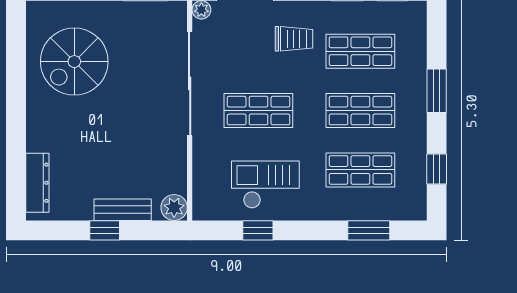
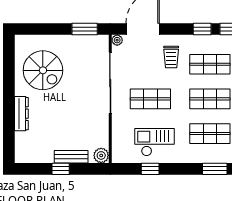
trolley: (294, 39) -> (171, 57), turned 90
spiral stairs: (74, 62) -> (43, 70), turned -90
dresser: (37, 183) -> (21, 114), moved

